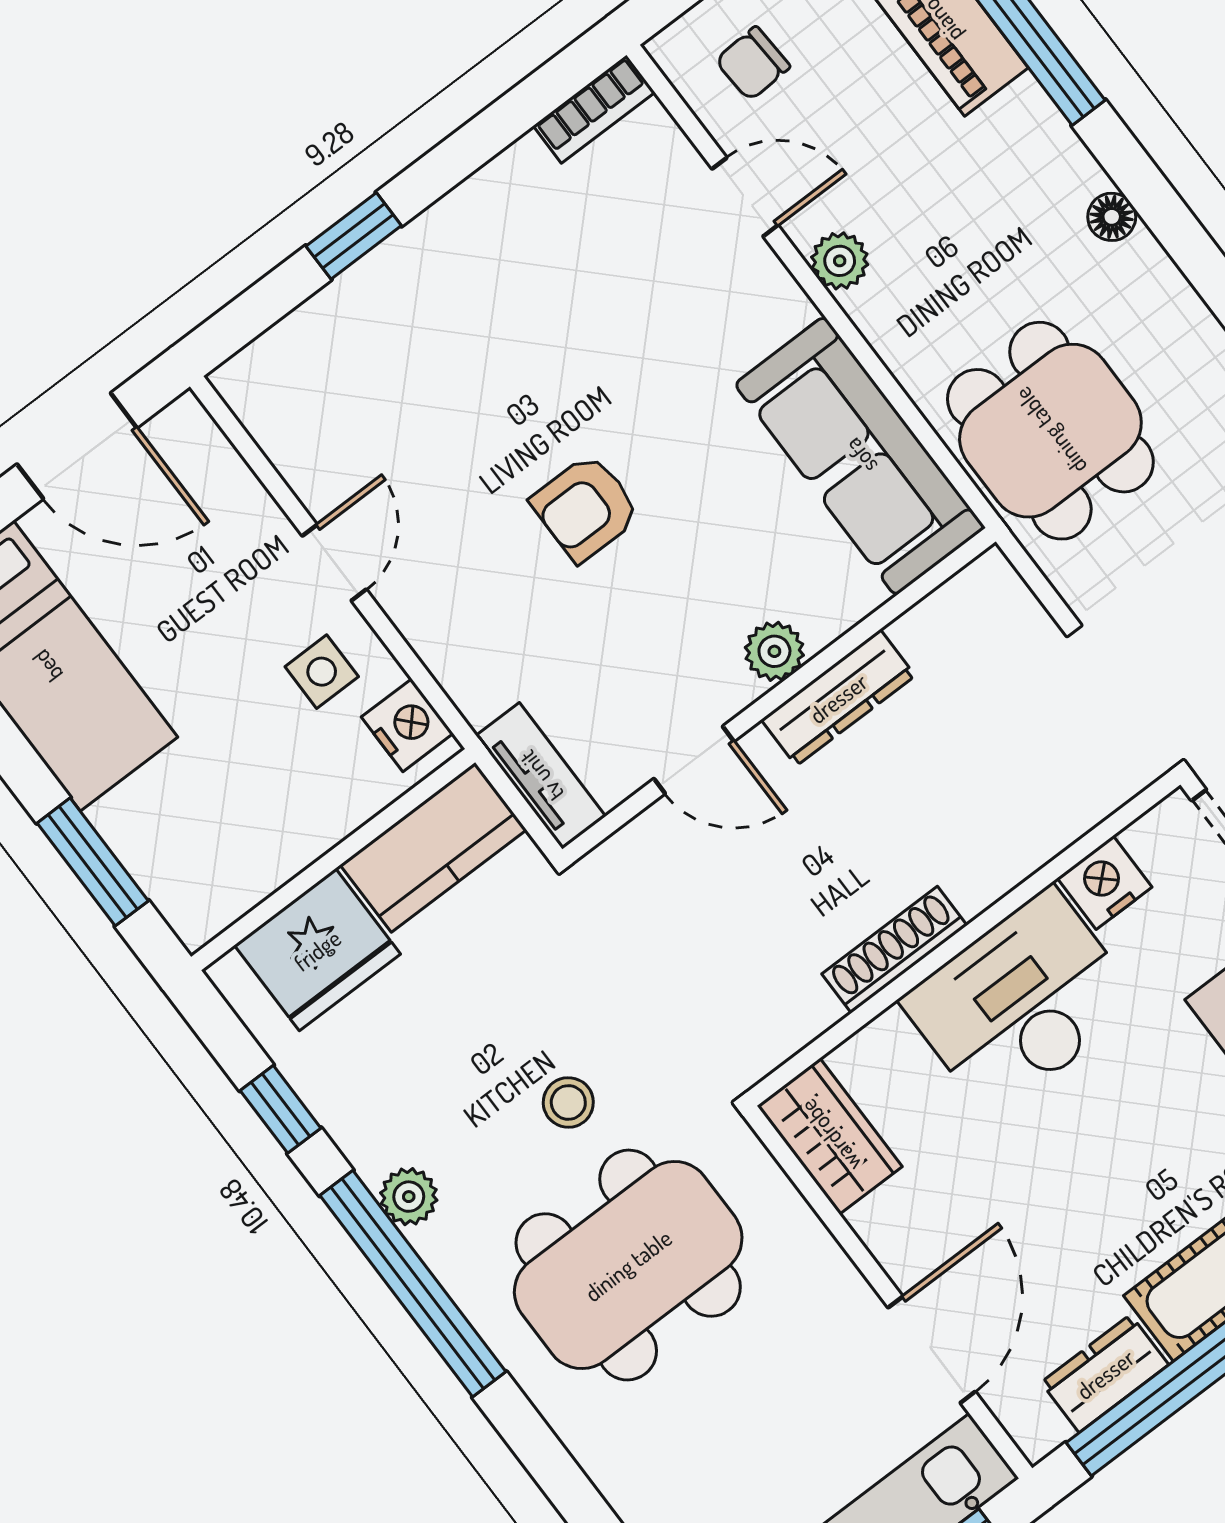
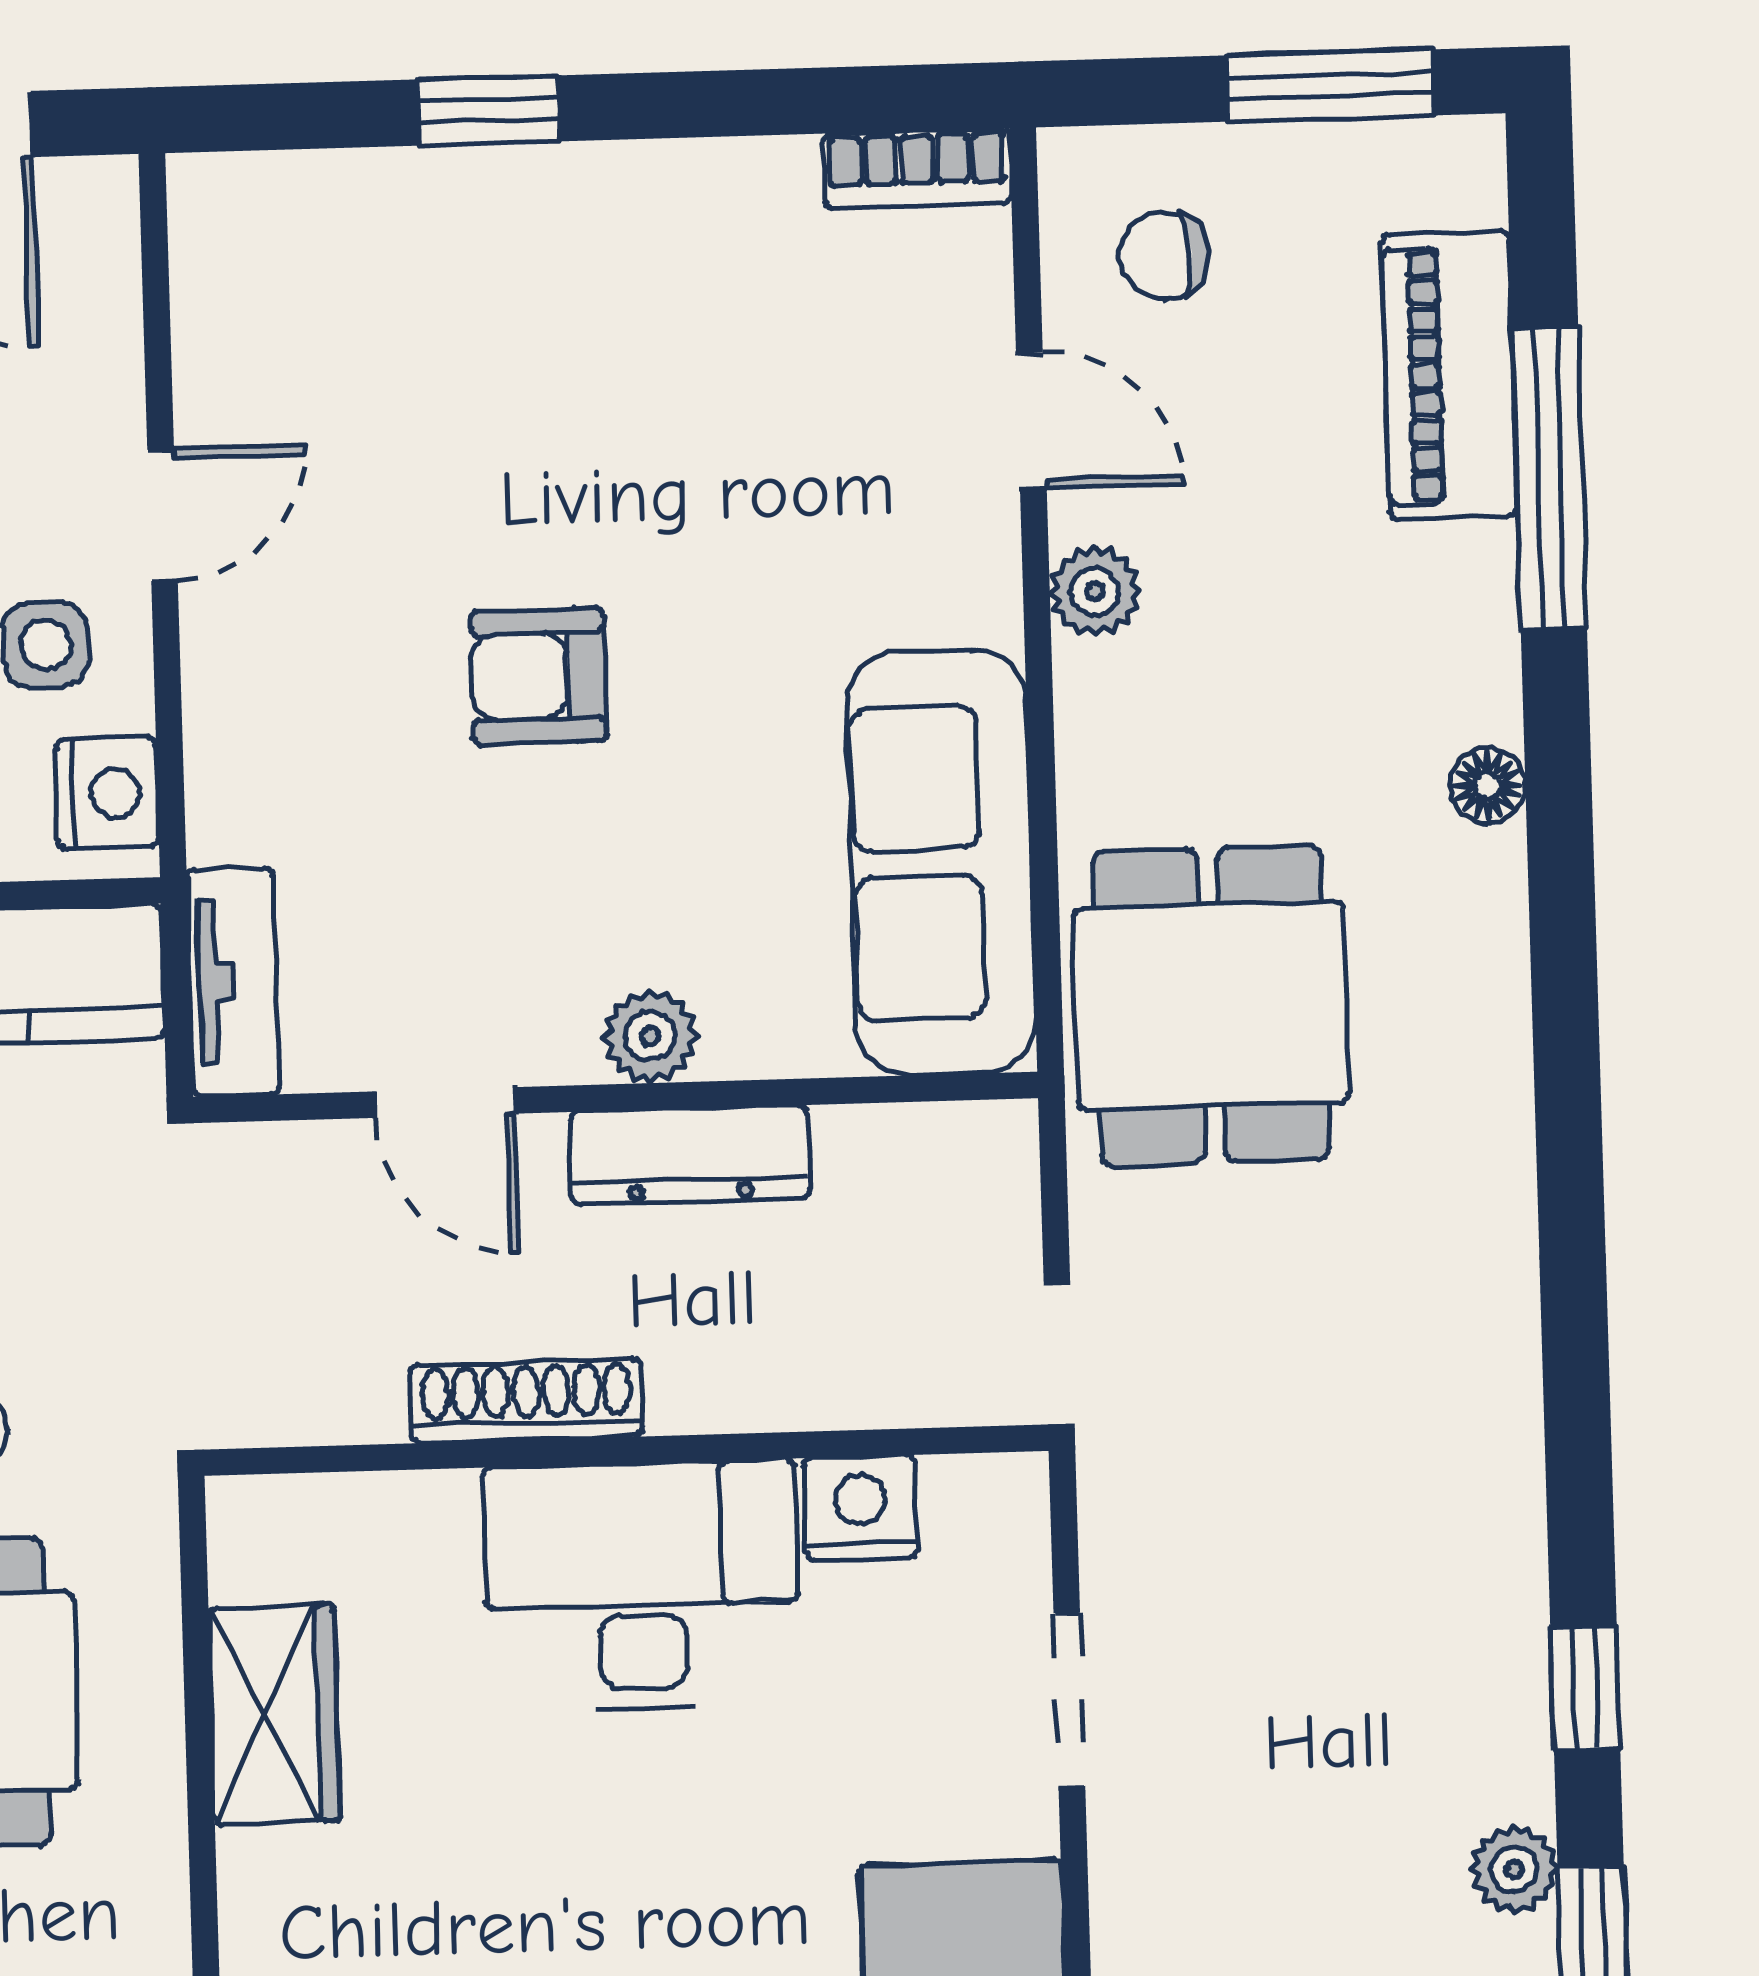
nightstand: (1105, 883) -> (860, 1508), moved
wall: (964, 938) -> (626, 1450), moved
shoe rack: (894, 950) -> (526, 1401), moved
desk: (1021, 1002) -> (642, 1586), moved

